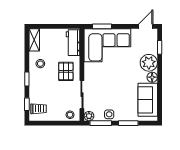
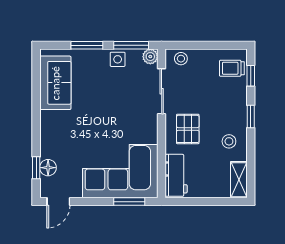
plant: (149, 63) -> (53, 143), removed
floor lamp: (152, 77) -> (48, 168), moved

